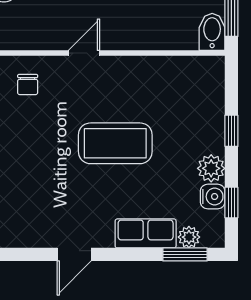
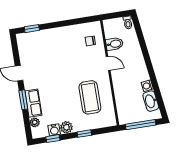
bidet: (212, 32) -> (114, 44), moved
coffee table: (115, 143) -> (90, 97), moved
window: (185, 254) -> (23, 100), moved

